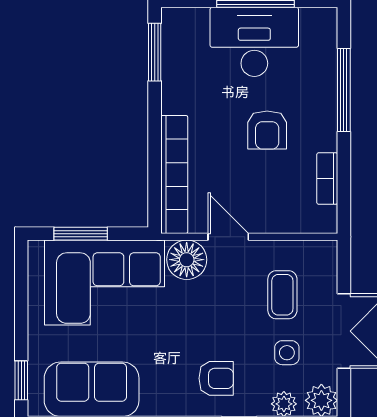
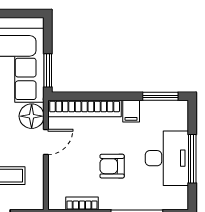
filing cabinet: (179, 99) -> (131, 111), added
window: (81, 234) -> (48, 70), moved

